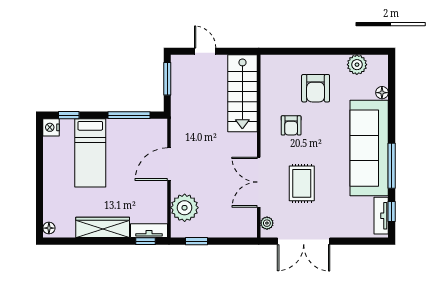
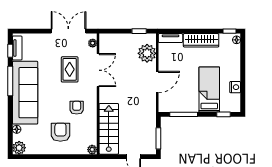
plant: (268, 62) -> (92, 150), added
plant: (357, 65) -> (19, 148), moved
nightstand: (51, 127) -> (235, 87), moved
window: (145, 241) -> (229, 31), moved

